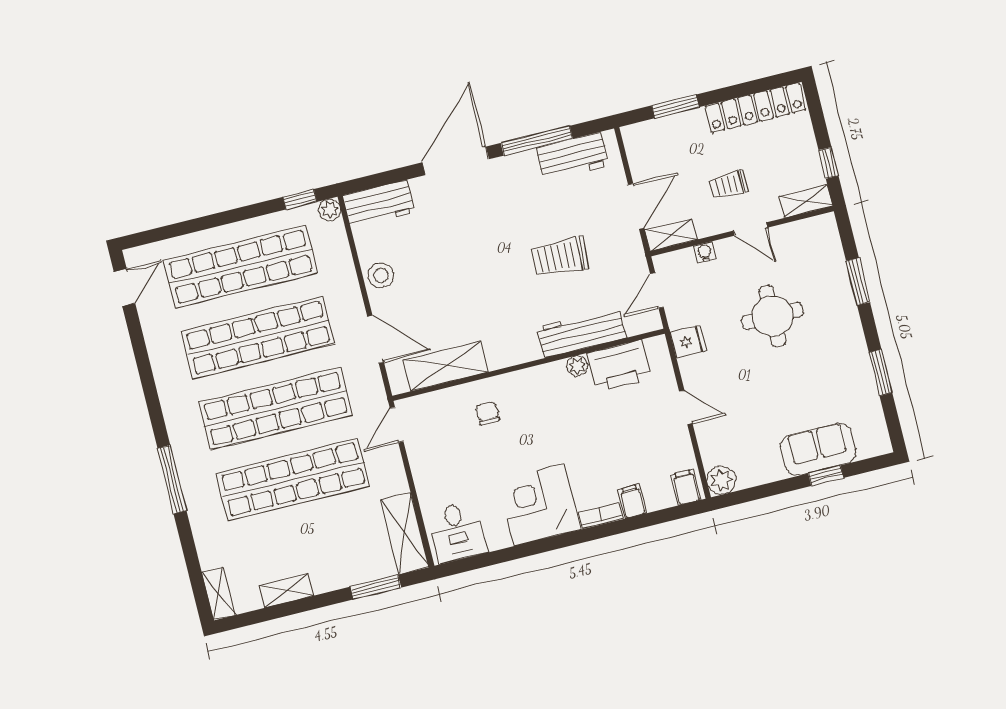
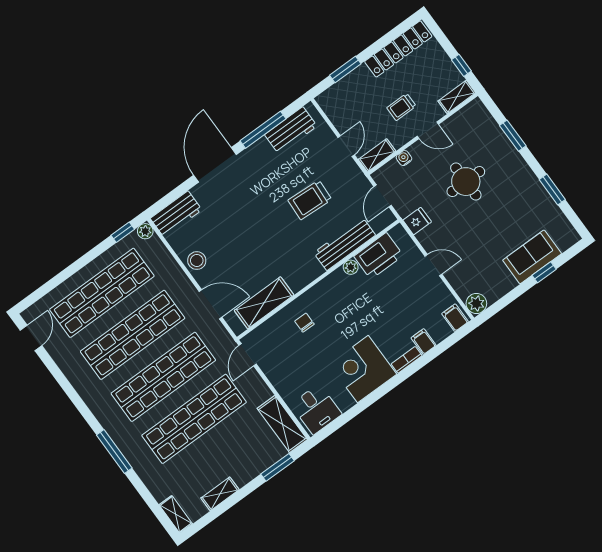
door: (636, 206) -> (346, 146), width x0.73

